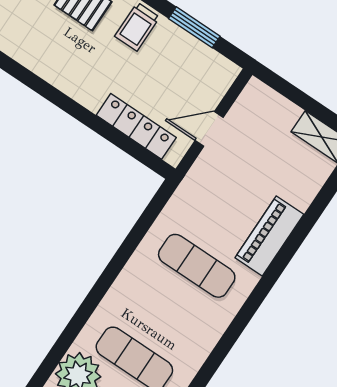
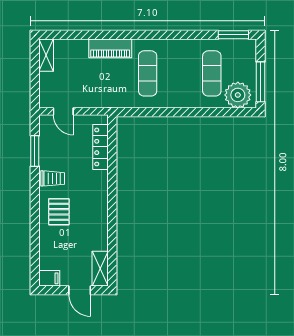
door: (209, 129) -> (63, 111), moved

